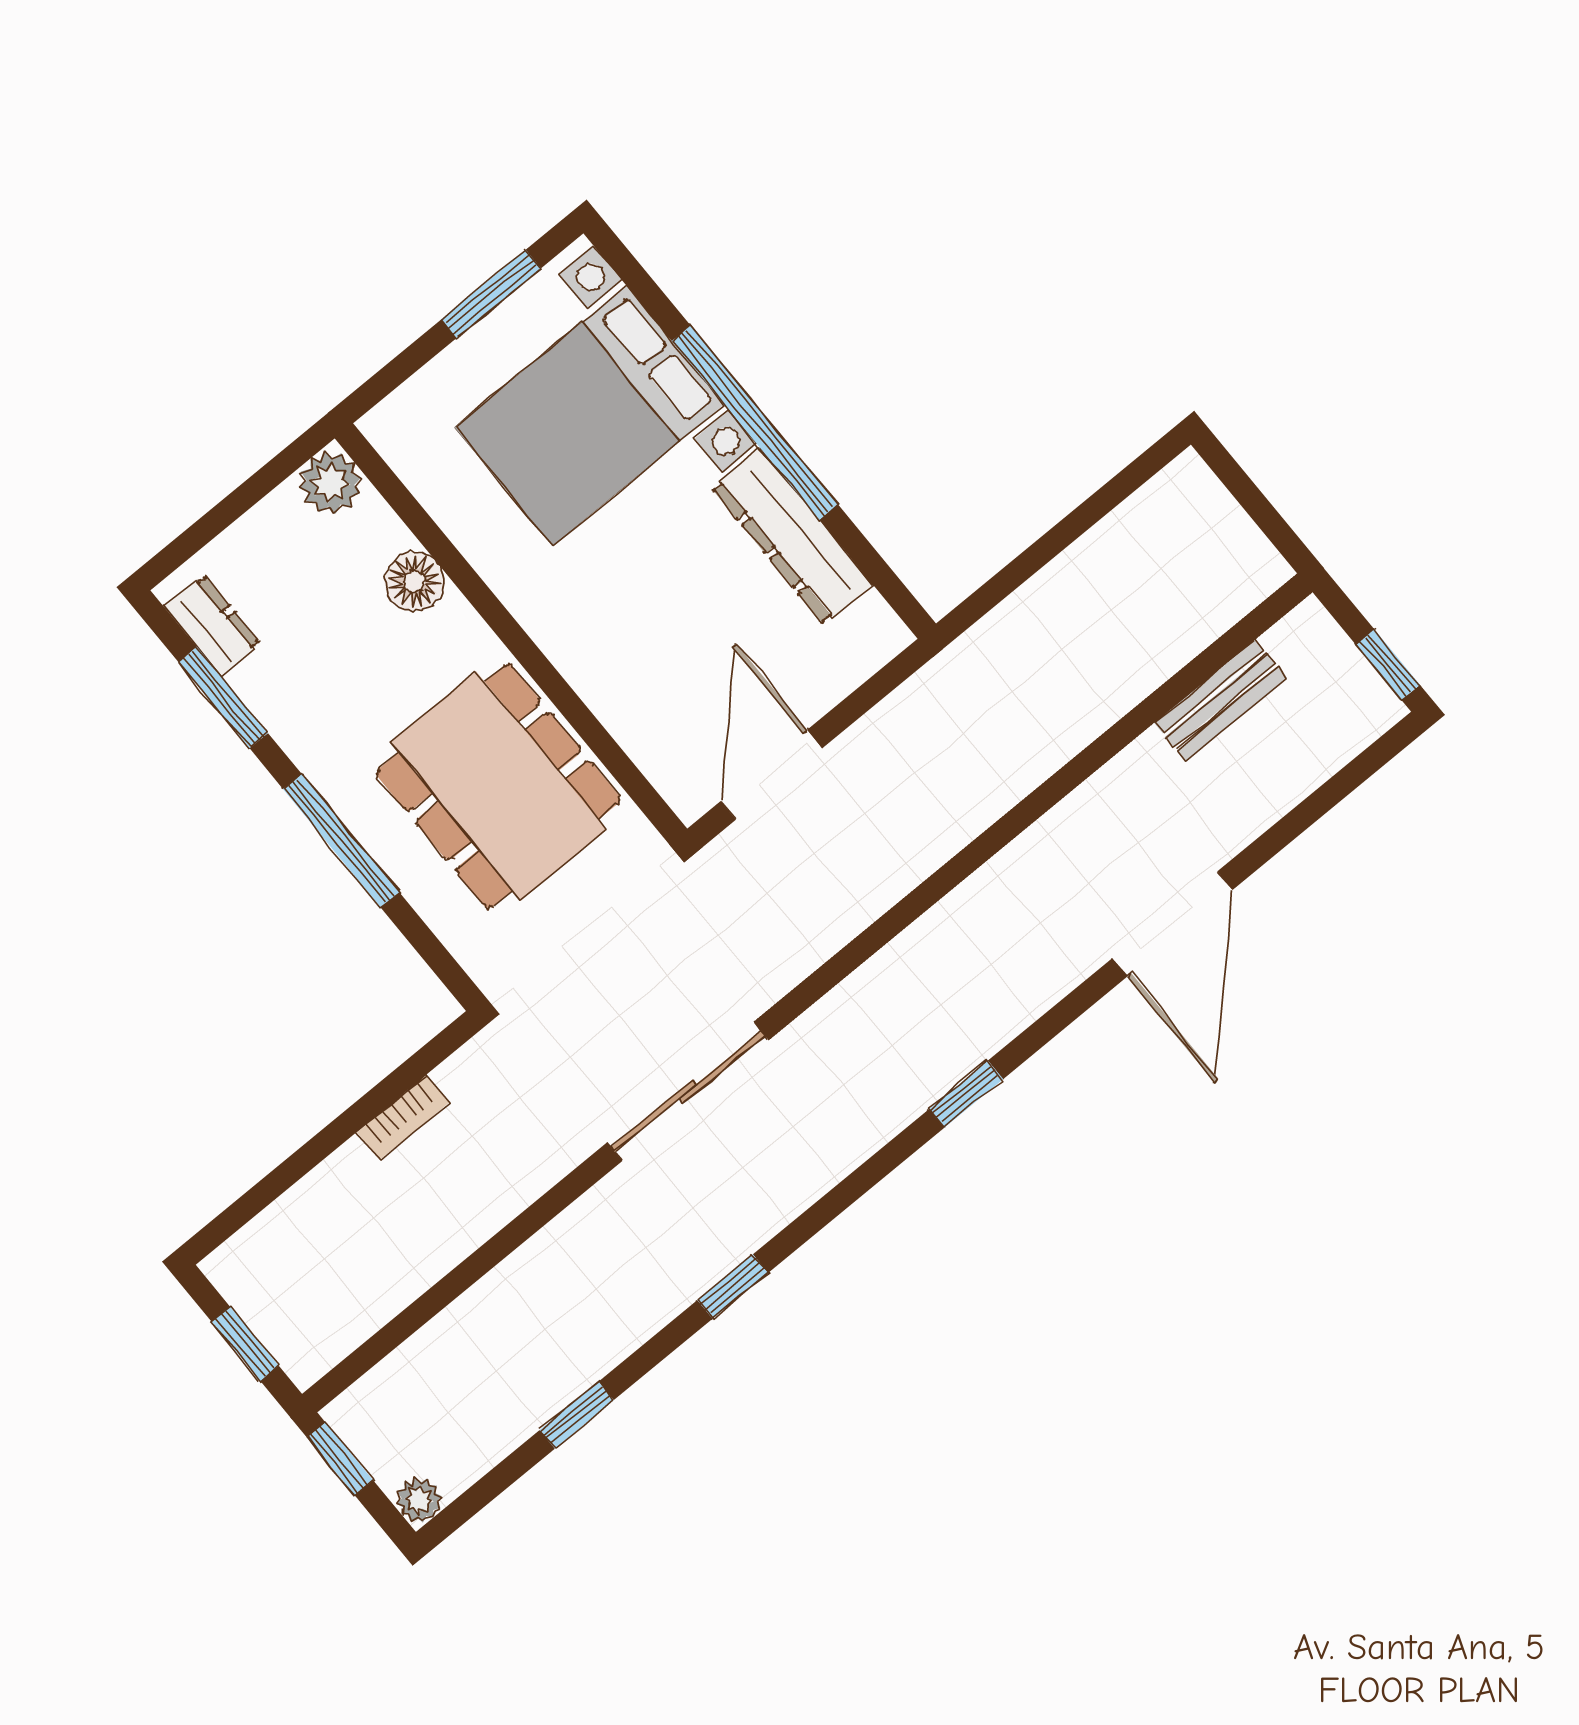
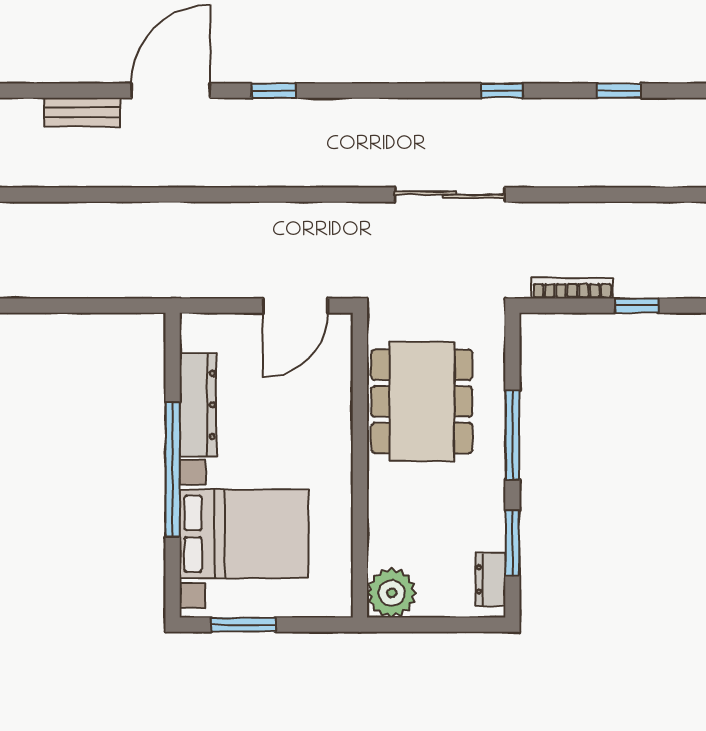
plant: (330, 483) -> (392, 593), width x1.36, depth x1.36
floor lamp: (414, 581) -> (384, 524), removed
bench: (1220, 700) -> (82, 112), moved
window: (966, 1094) -> (274, 91), moved
bookcase: (403, 1117) -> (572, 288), width x1.56
window: (318, 1149) -> (637, 306), added

